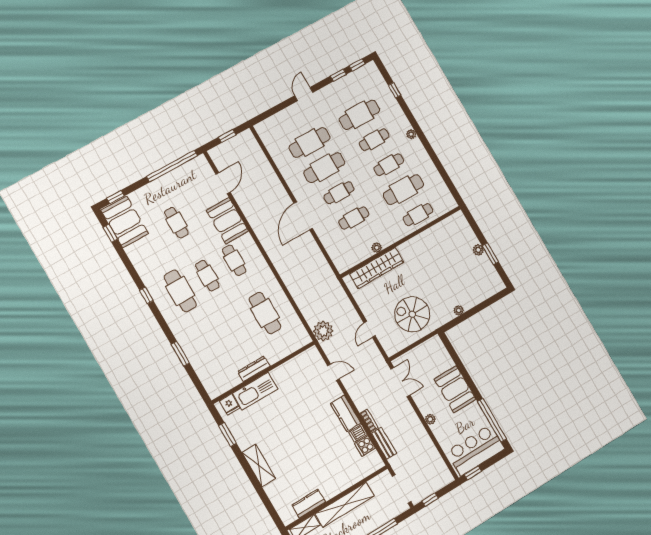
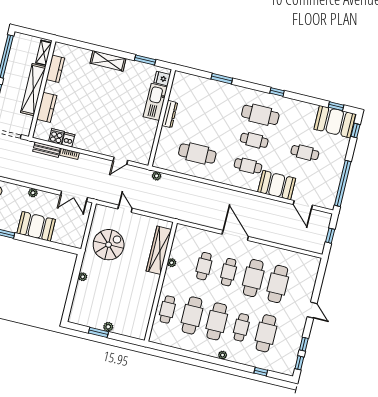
cafe table: (389, 165) -> (217, 321), width x1.37, depth x1.35
plant: (323, 331) -> (157, 176), width x0.53, depth x0.53
kitchen counter: (346, 413) -> (47, 107), moved, turned 90

